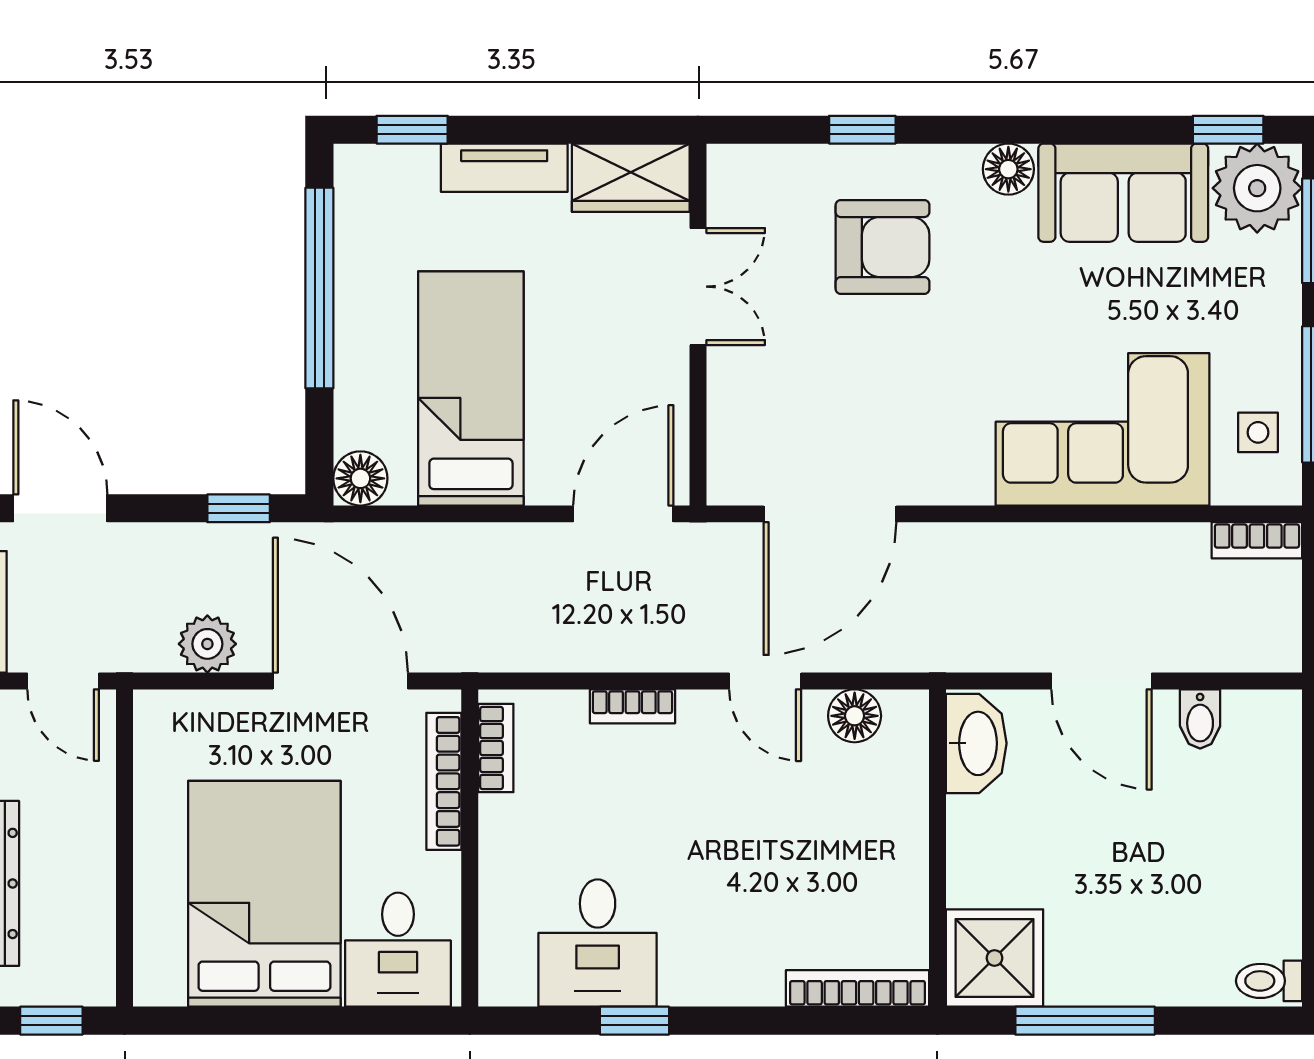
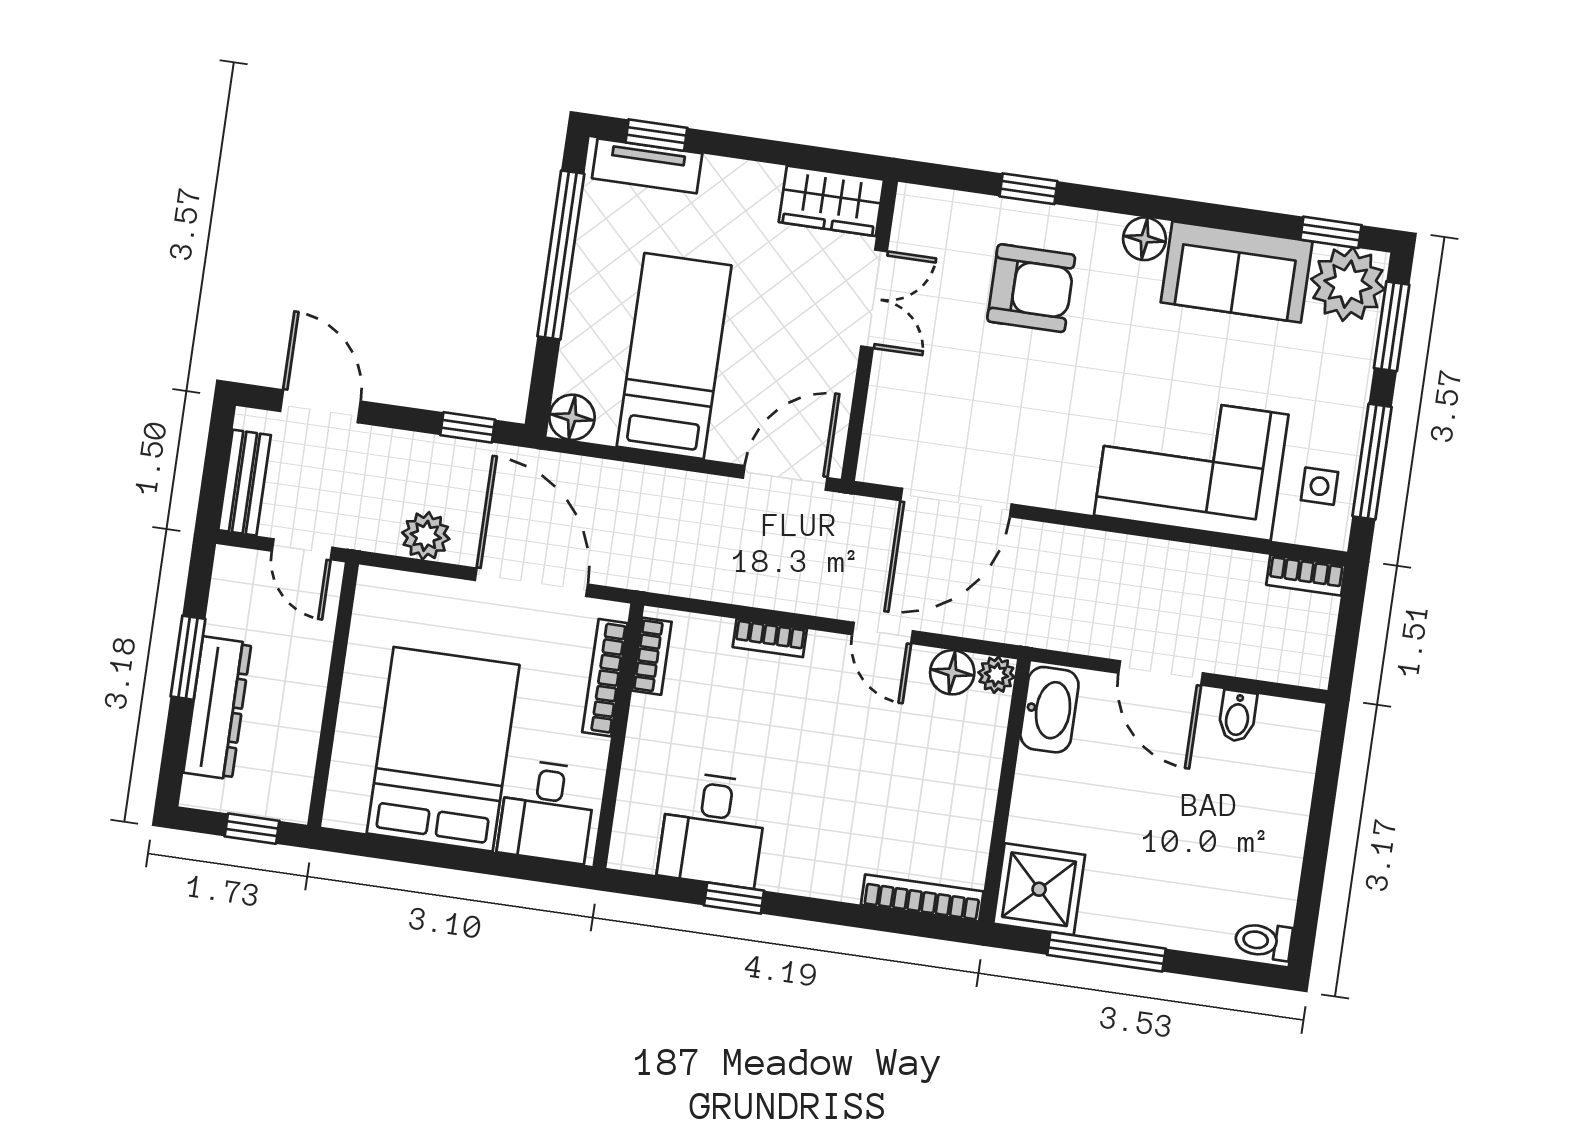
tv unit: (504, 168) -> (647, 166), moved
plant: (907, 711) -> (996, 675), added

